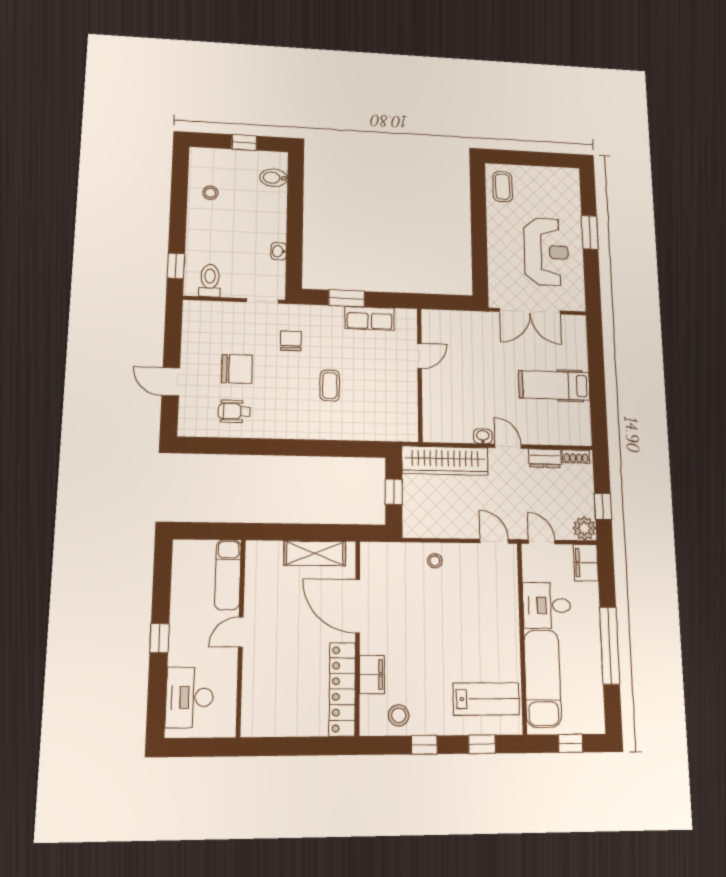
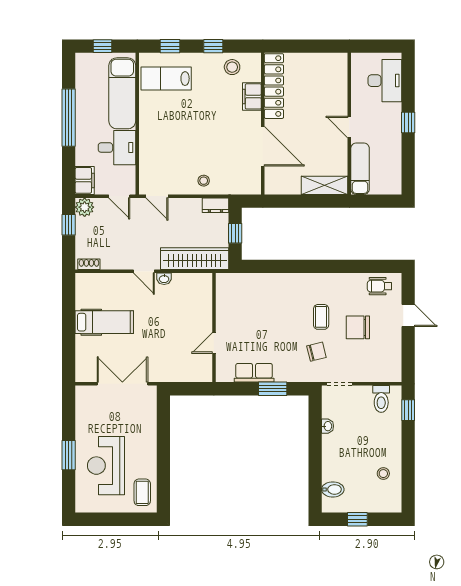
reception desk: (546, 252) -> (106, 466), moved
chair: (291, 341) -> (316, 352), turned -104
coffee table: (330, 386) -> (321, 317), moved
wheelchair: (234, 411) -> (379, 286), moved, turned 180
dresser: (545, 458) -> (215, 205), moved, turned 180
shelving: (315, 553) -> (325, 185), moved
door: (241, 632) -> (349, 127), swing flipped

